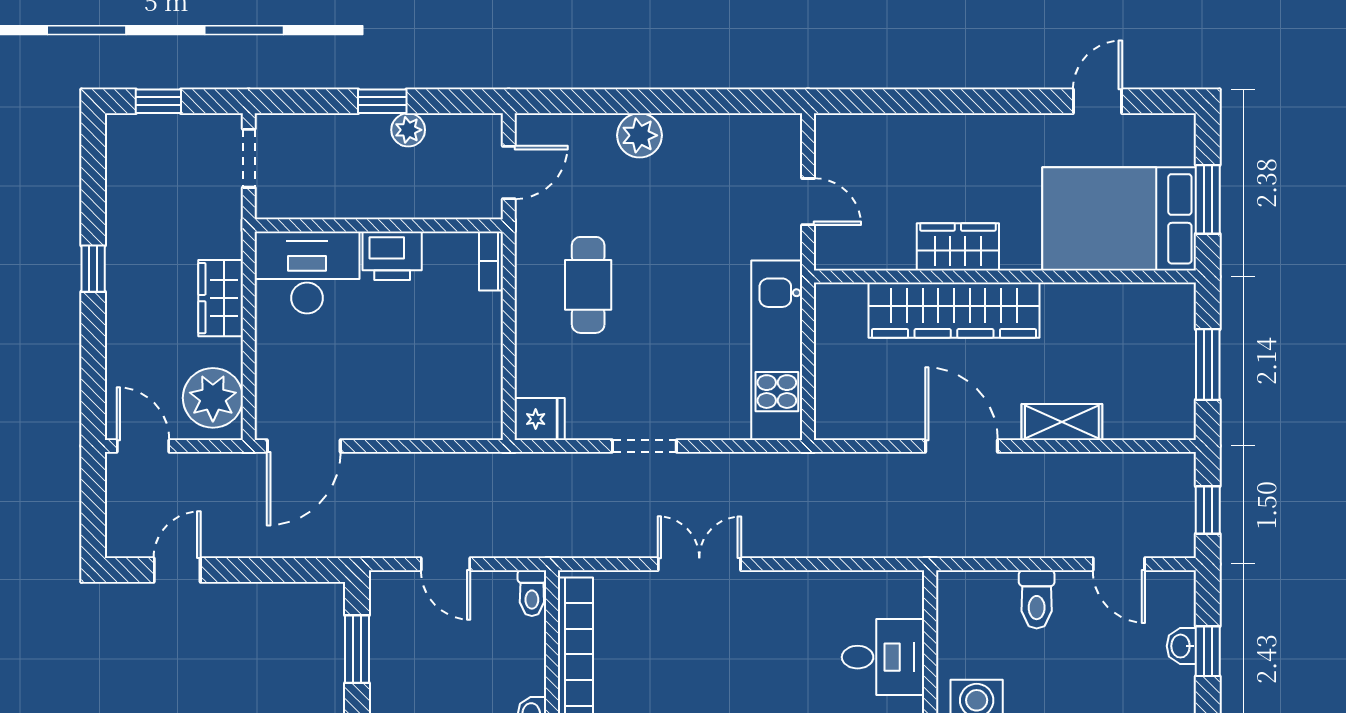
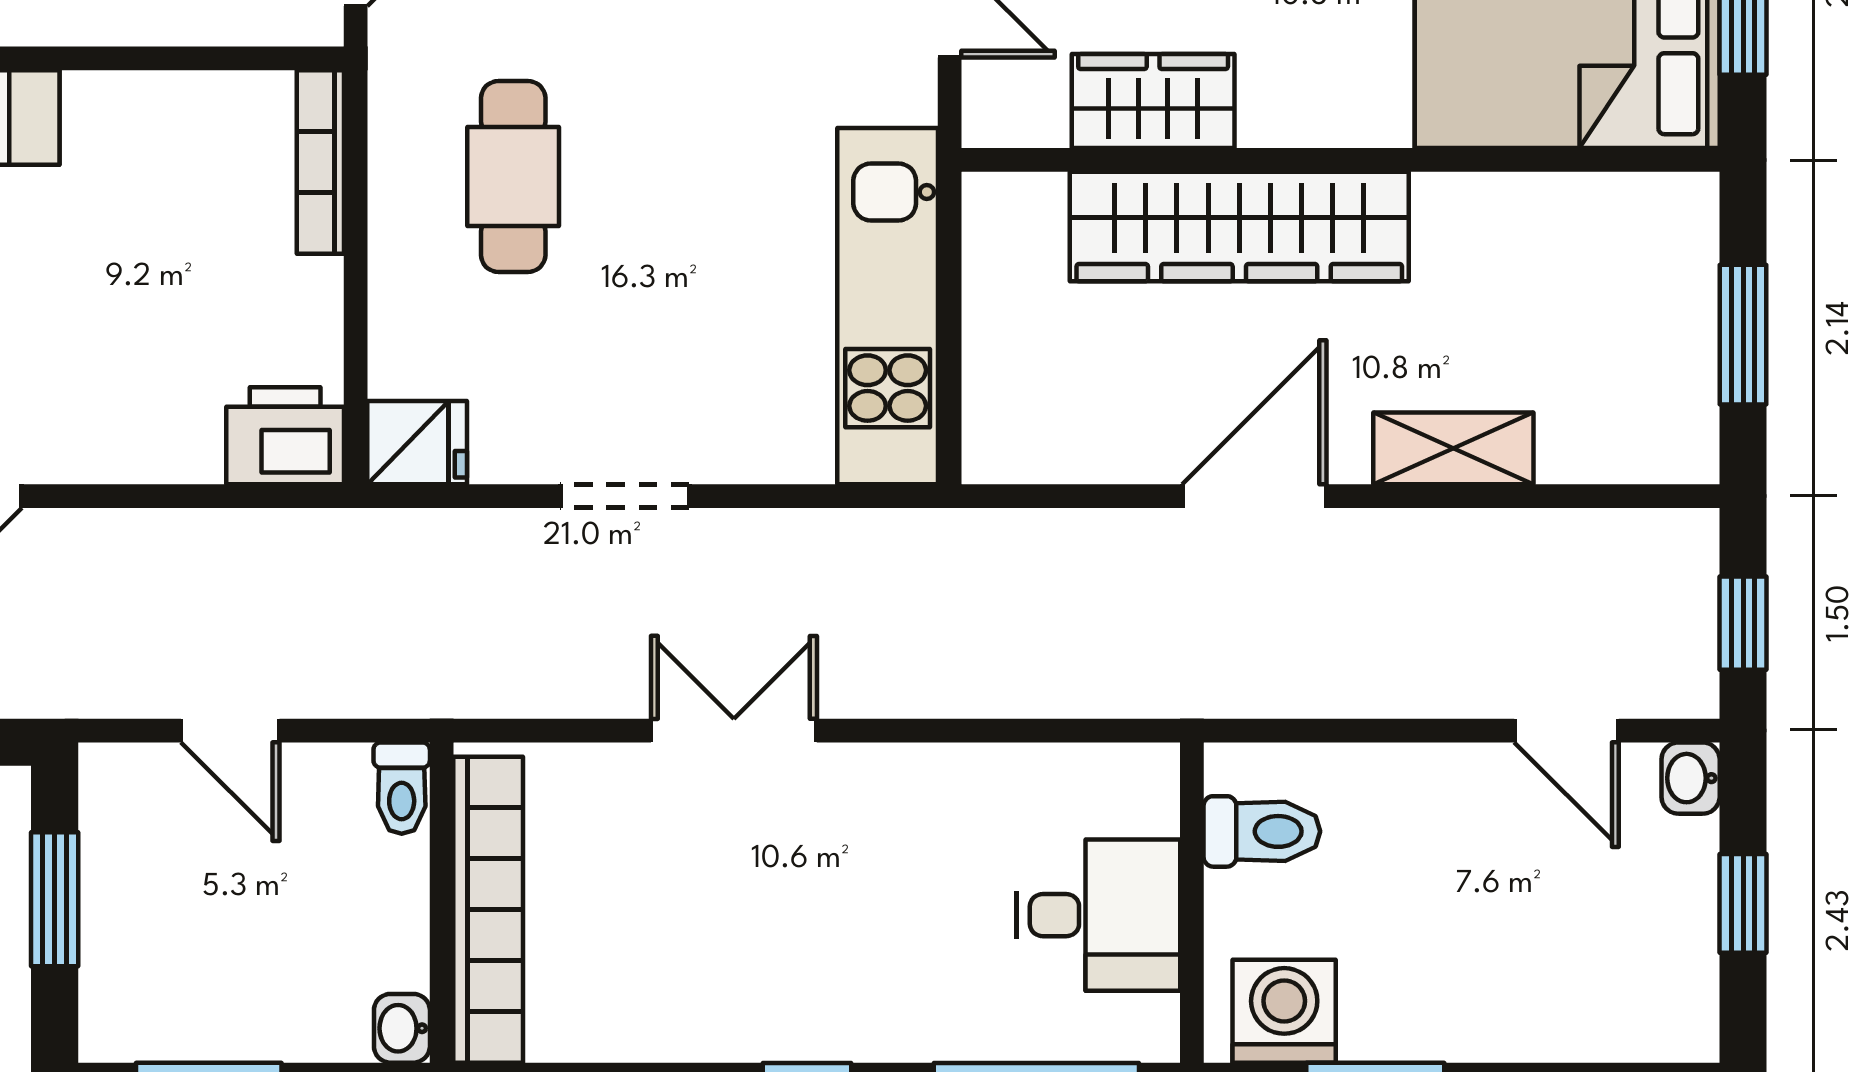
wardrobe: (958, 247) -> (1153, 101), moved
printer: (392, 256) -> (285, 436), moved, turned 180
bookcase: (491, 261) -> (320, 162), width x1.56
door: (962, 446) -> (1254, 496), hinge flipped
toilet: (1037, 599) -> (1262, 831), moved, turned -90
washbasin: (1181, 646) -> (1691, 778), moved

